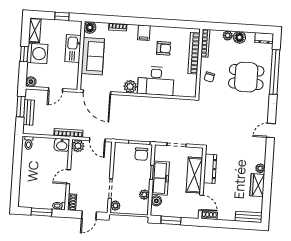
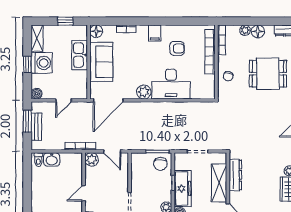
door: (97, 92) -> (108, 100), hinge flipped
washbasin: (62, 145) -> (52, 160), moved

